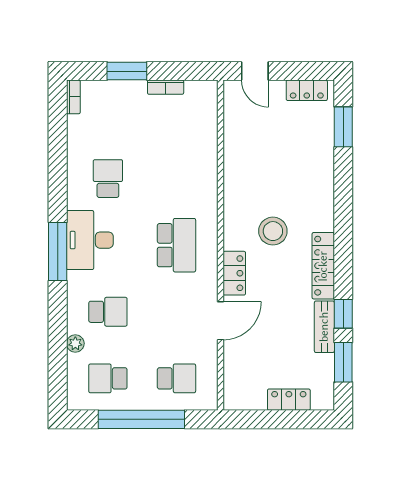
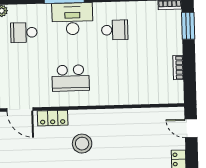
window: (127, 71) -> (188, 26), moved
door: (255, 71) -> (191, 128), hinge flipped
school desk: (108, 312) -> (24, 32), turned 90

